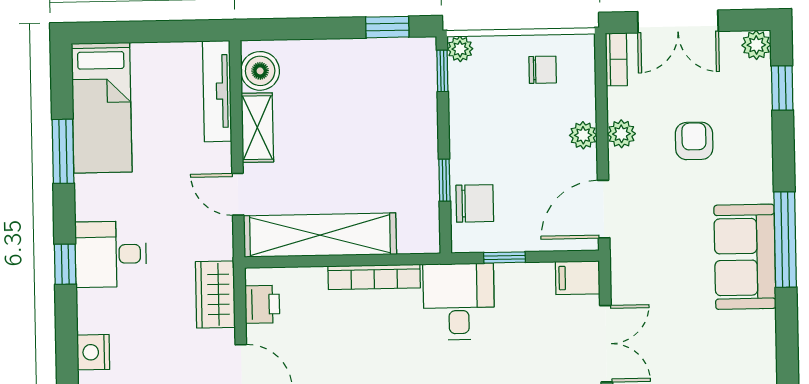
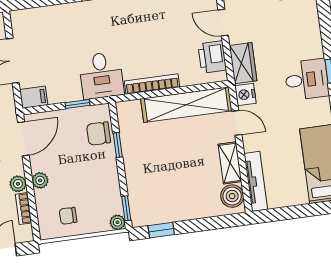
bookcase: (616, 59) -> (23, 209), moved
printer: (262, 304) -> (212, 57), width x1.36, depth x1.24
nightstand: (93, 352) -> (245, 94), moved, turned 180

